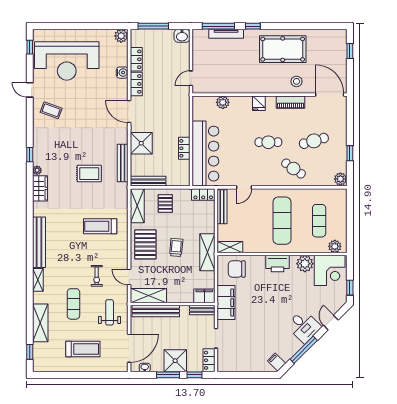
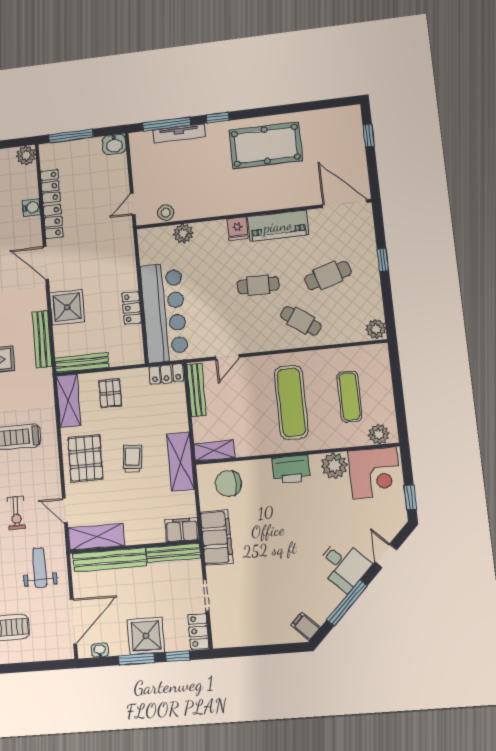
stool: (297, 81) -> (166, 213), moved
piano: (291, 102) -> (278, 226), width x1.37, depth x1.33
window: (350, 153) -> (383, 260), moved
bench: (202, 310) -> (174, 553), width x1.36

